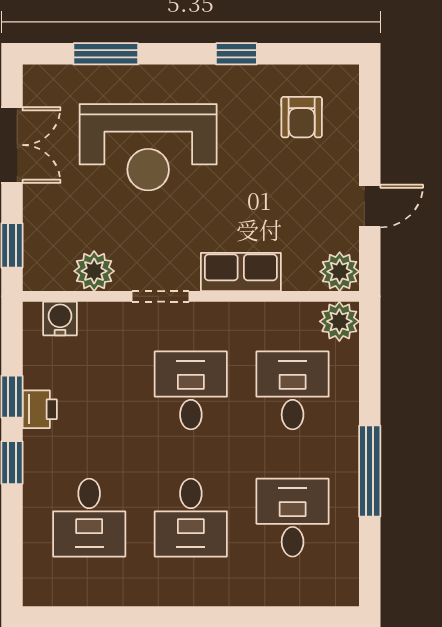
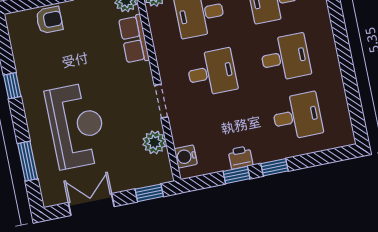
armchair: (302, 117) -> (49, 20), moved
row of seats: (241, 272) -> (134, 39), moved
desk: (191, 390) -> (212, 73), turned 180

